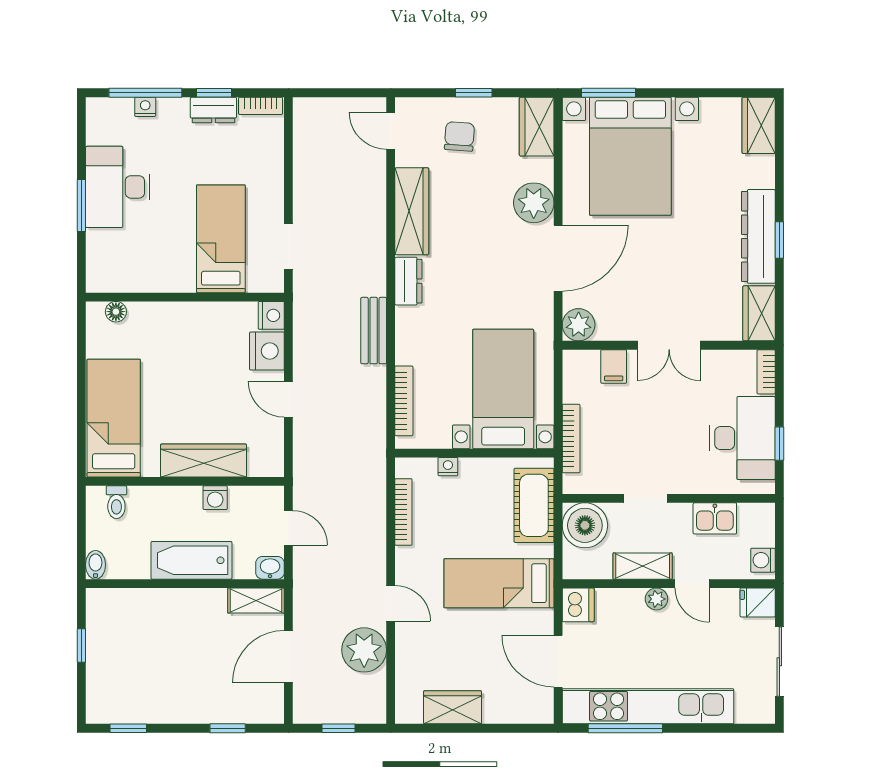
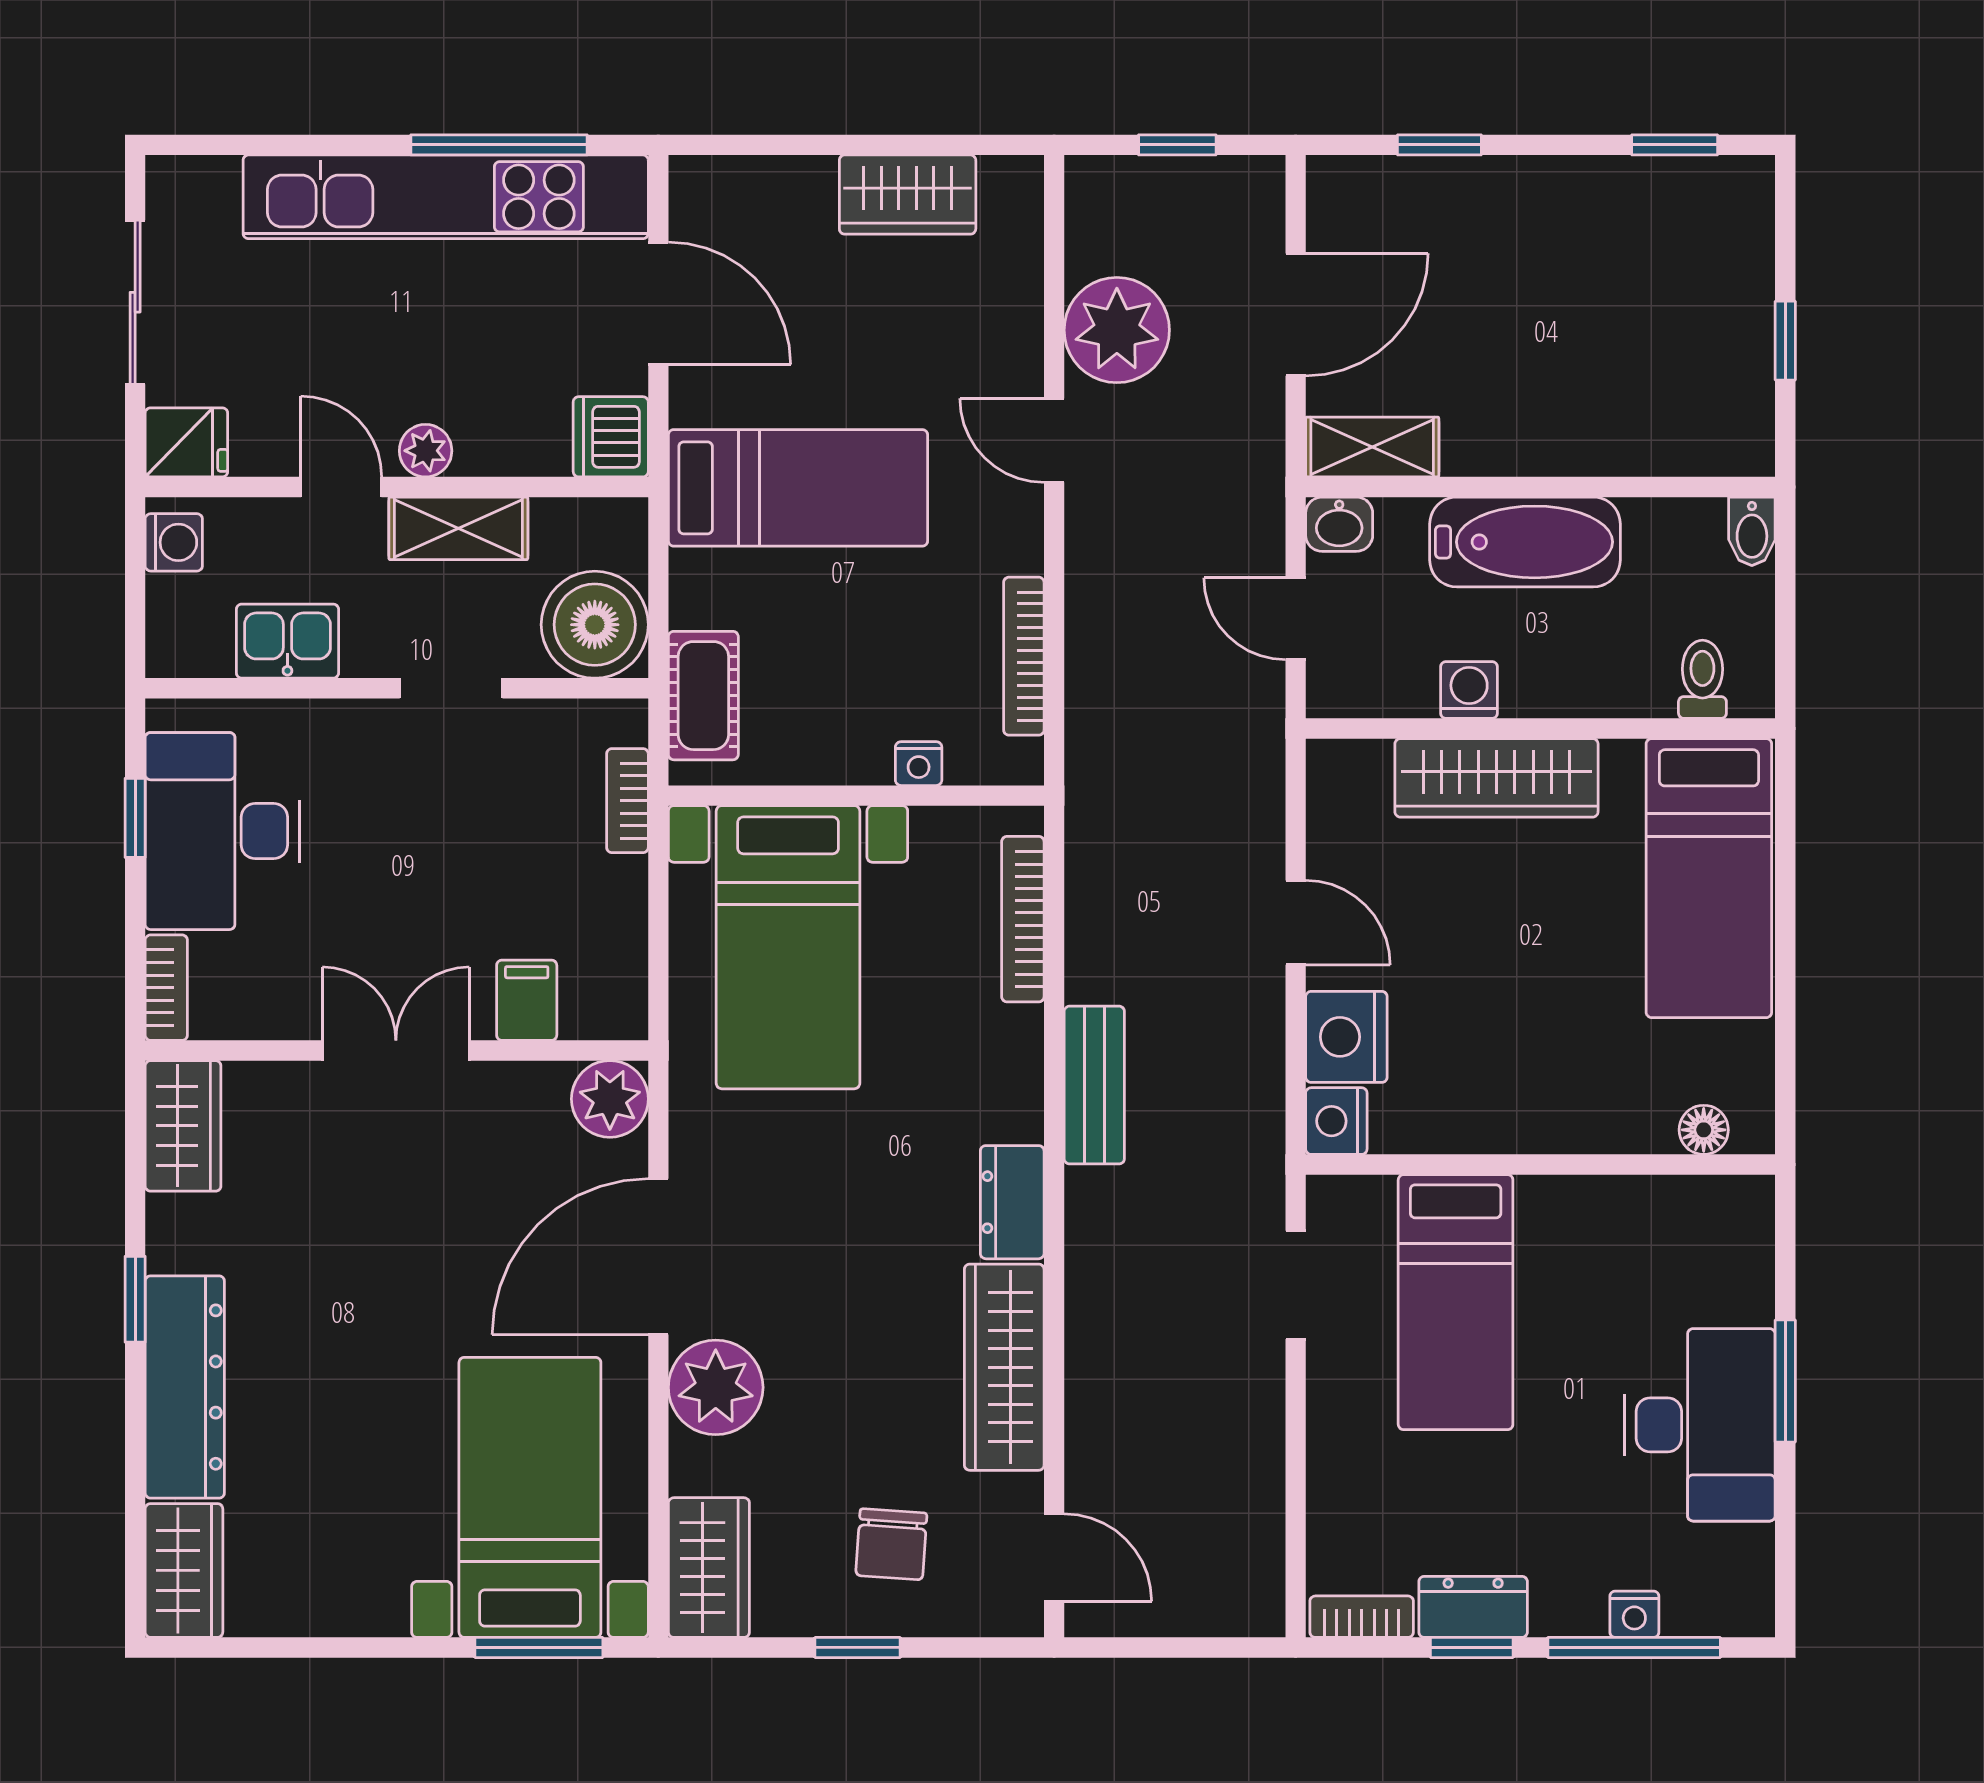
bed with nightstands: (630, 156) -> (530, 1497), width x0.73
dresser: (758, 236) -> (185, 1387), moved
bookcase: (571, 439) -> (627, 801), width x0.64
cot: (534, 505) -> (703, 696), width x0.73, depth x0.75

